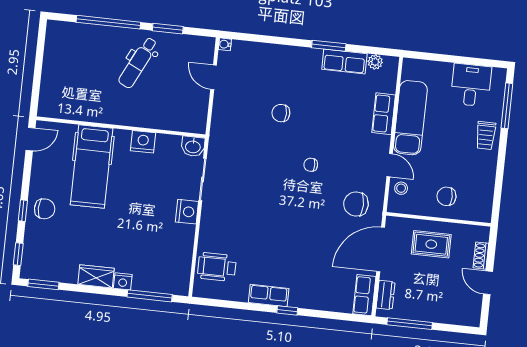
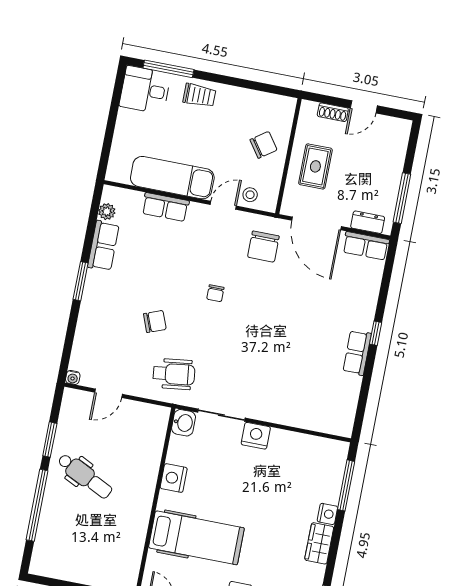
window: (329, 46) -> (81, 281), moved
desk: (471, 85) -> (145, 90), moved
chair: (281, 113) -> (155, 321), turned -111
chair: (446, 196) -> (263, 145), turned -125
wheelchair: (217, 267) -> (174, 374), moved, turned -97

